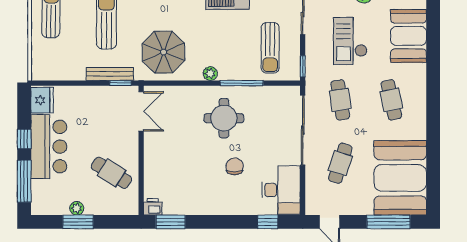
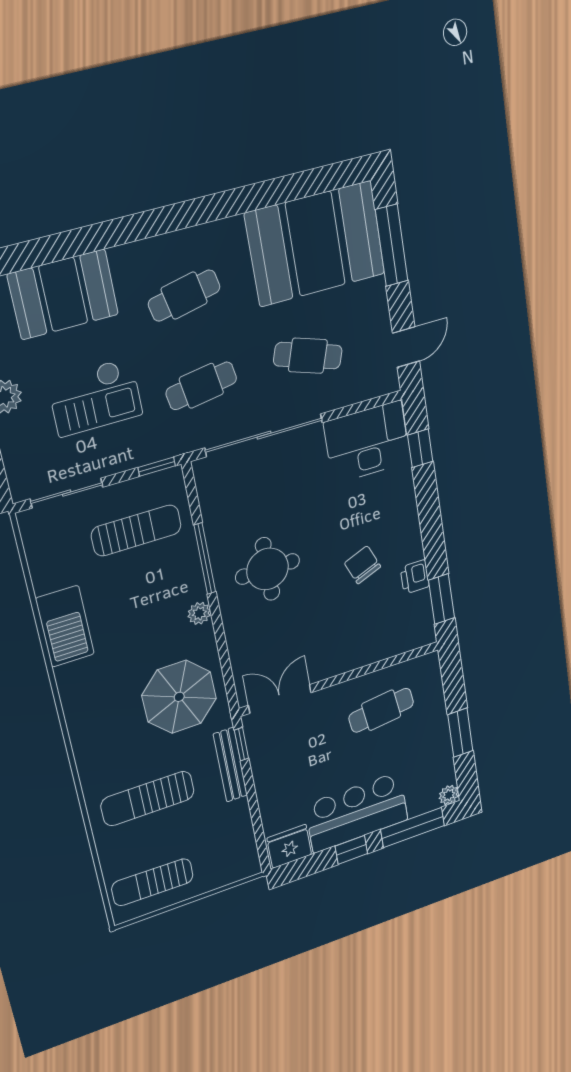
chair: (235, 166) -> (363, 565), moved, turned 68
cafe table: (111, 173) -> (381, 710), turned 51
printer: (153, 207) -> (415, 577), moved
plant: (77, 208) -> (449, 795), moved

